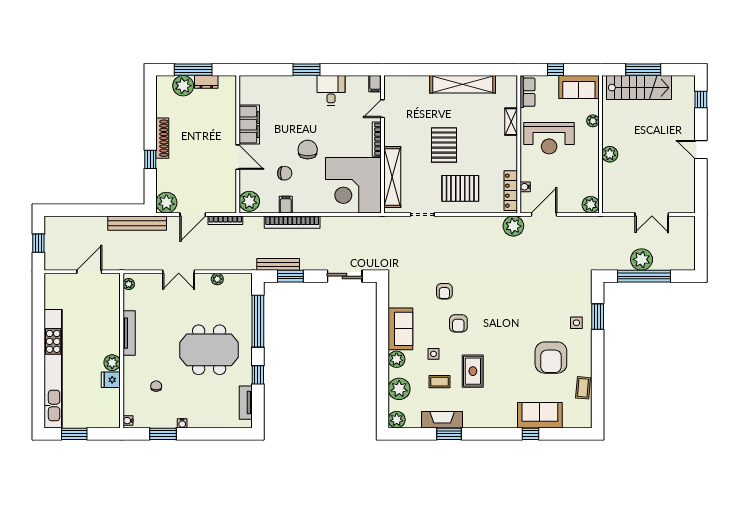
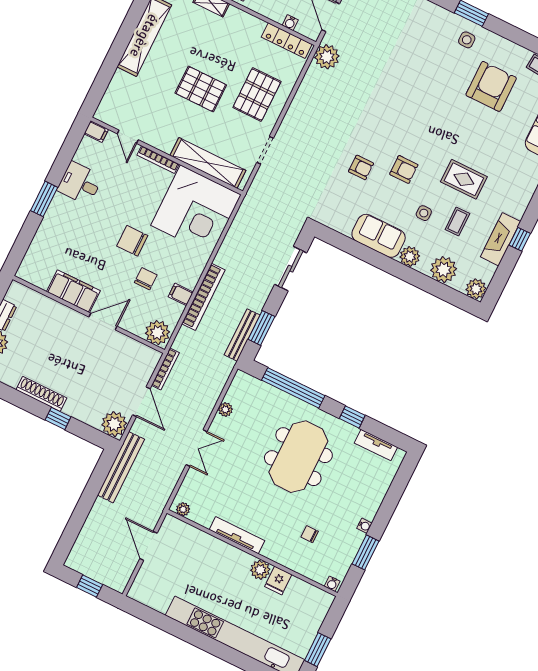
armchair: (551, 358) -> (491, 86), turned -90
window: (449, 434) -> (520, 239), width x0.67

